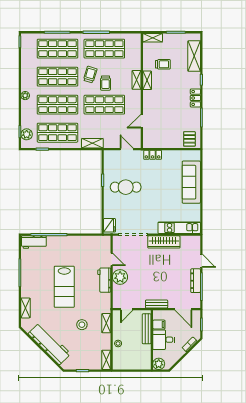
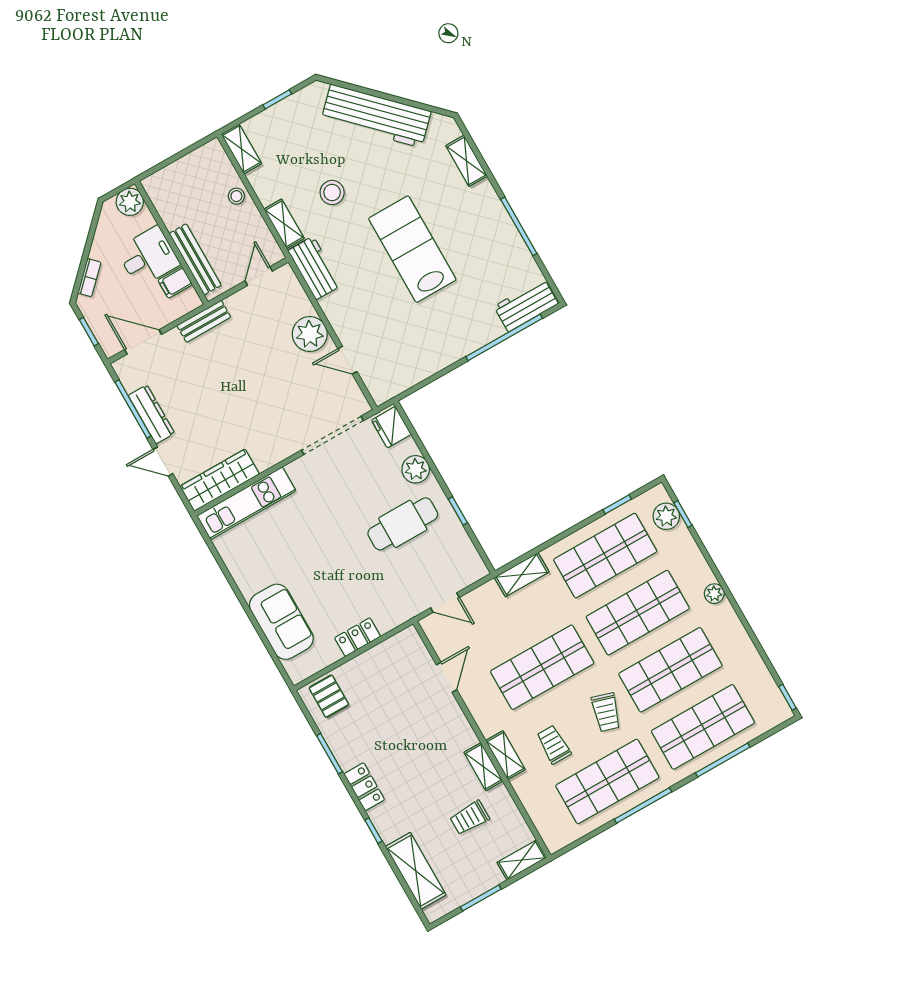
trolley: (105, 83) -> (554, 745), moved
locker: (153, 155) -> (358, 637), moved
sofa: (191, 182) -> (281, 622), width x0.73
plant: (109, 205) -> (416, 469), added
wardrobe: (164, 242) -> (220, 480), moved
workbench: (104, 280) -> (315, 268), moved

